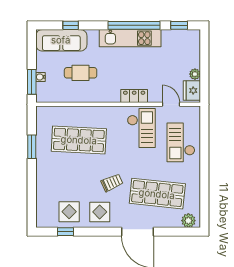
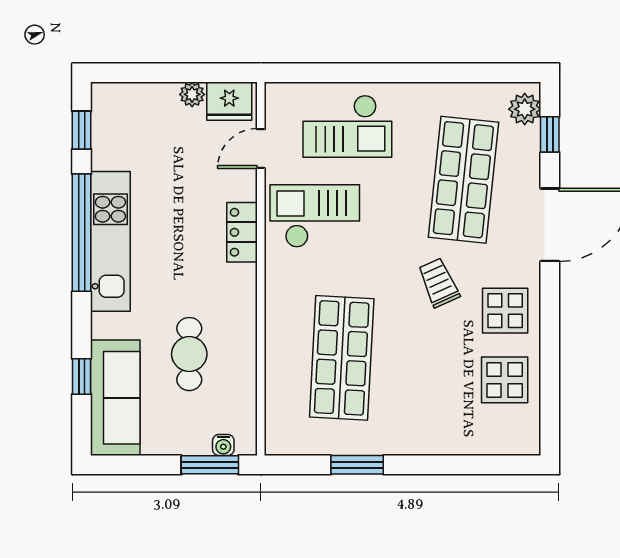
water cooler: (40, 77) -> (223, 445), moved
window: (65, 232) -> (550, 134), moved

